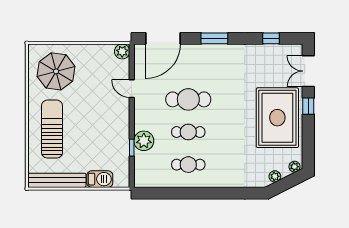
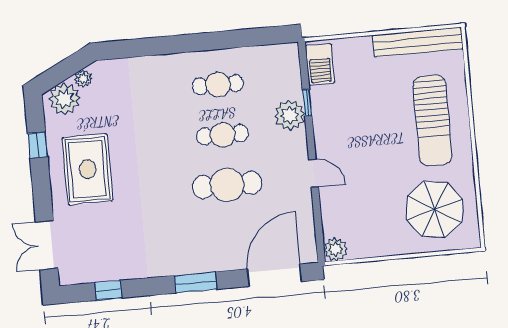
double door: (308, 71) -> (47, 245), swing flipped
door: (132, 89) -> (314, 173), moved
window: (308, 106) -> (38, 145), moved
rug: (277, 118) -> (88, 169), width x0.73, depth x0.69
plant: (295, 167) -> (65, 99), width x1.88, depth x1.88
barbecue: (100, 179) -> (320, 64), moved, turned -90

